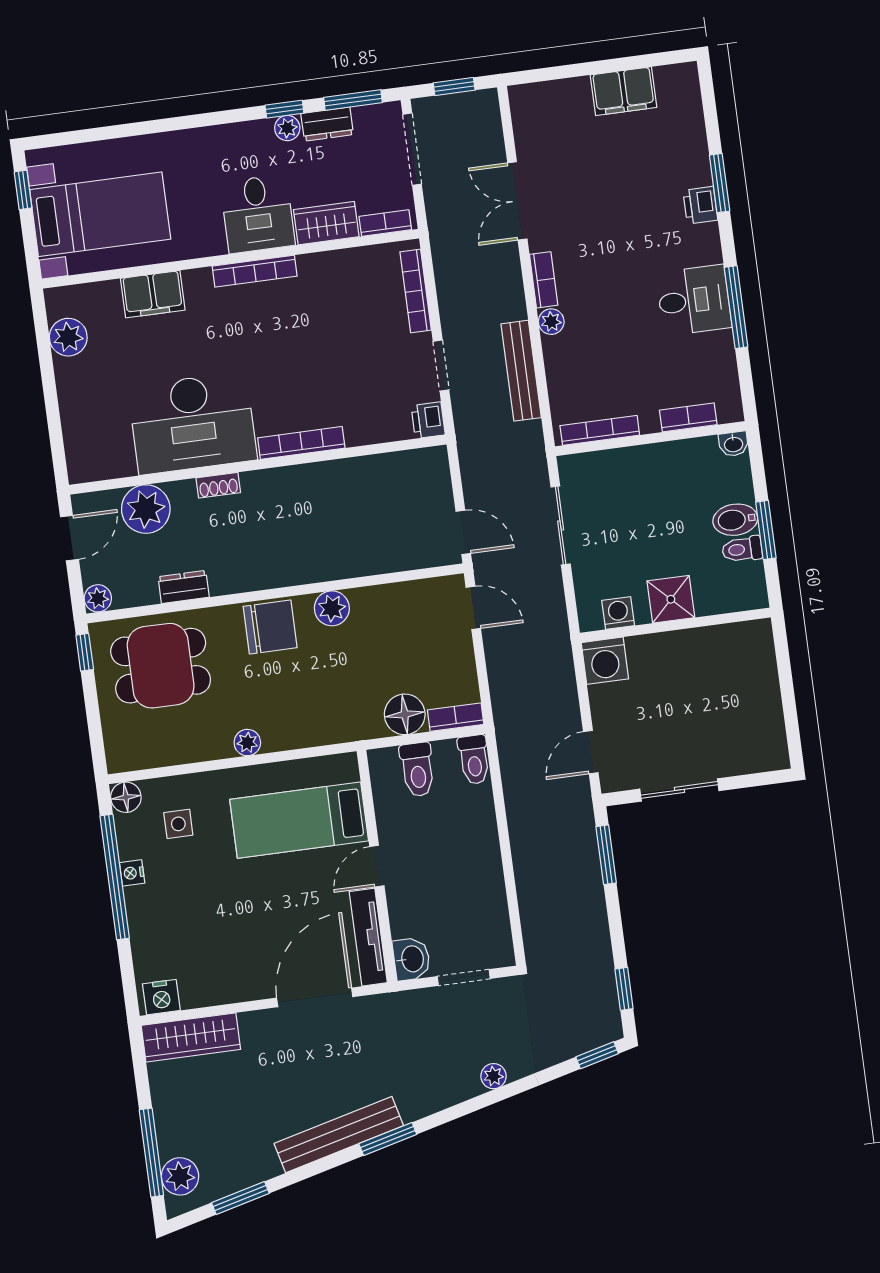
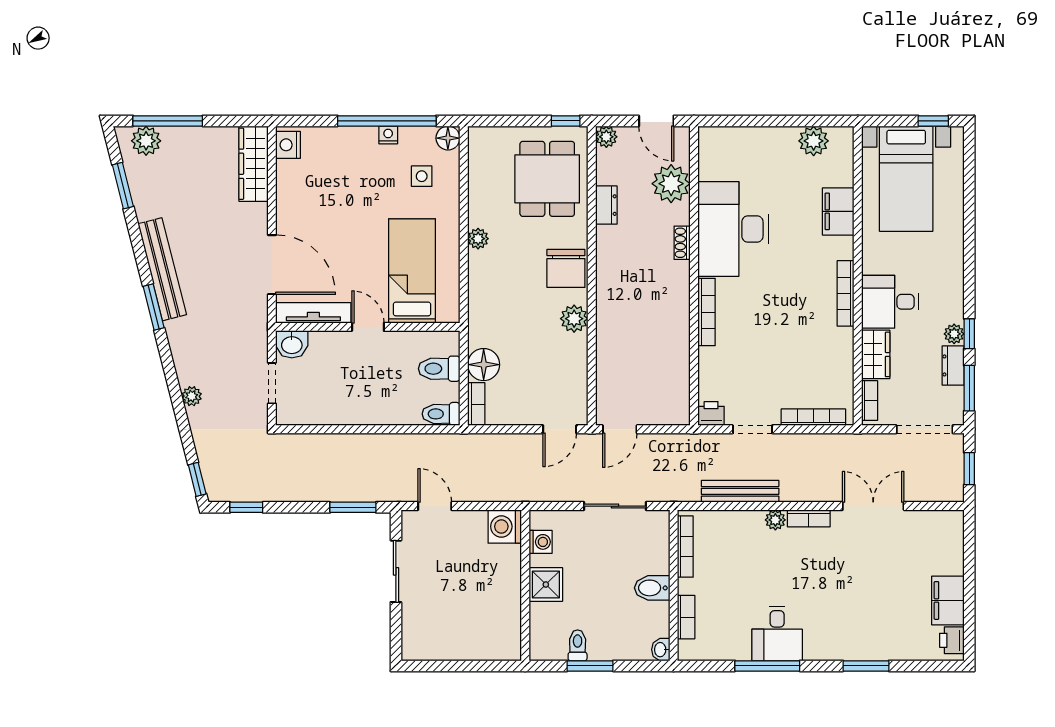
printer: (700, 205) -> (952, 640), moved, turned -90
bidet: (735, 520) -> (652, 588), moved, turned -90

